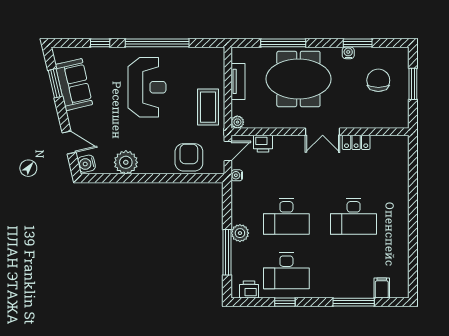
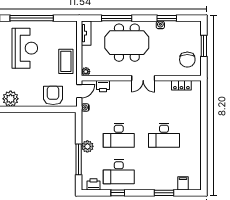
chair: (378, 80) -> (187, 60), moved, turned 180
tv unit: (238, 81) -> (86, 33), moved
locker: (356, 142) -> (181, 85), moved
window: (354, 302) -> (164, 193), width x0.69

